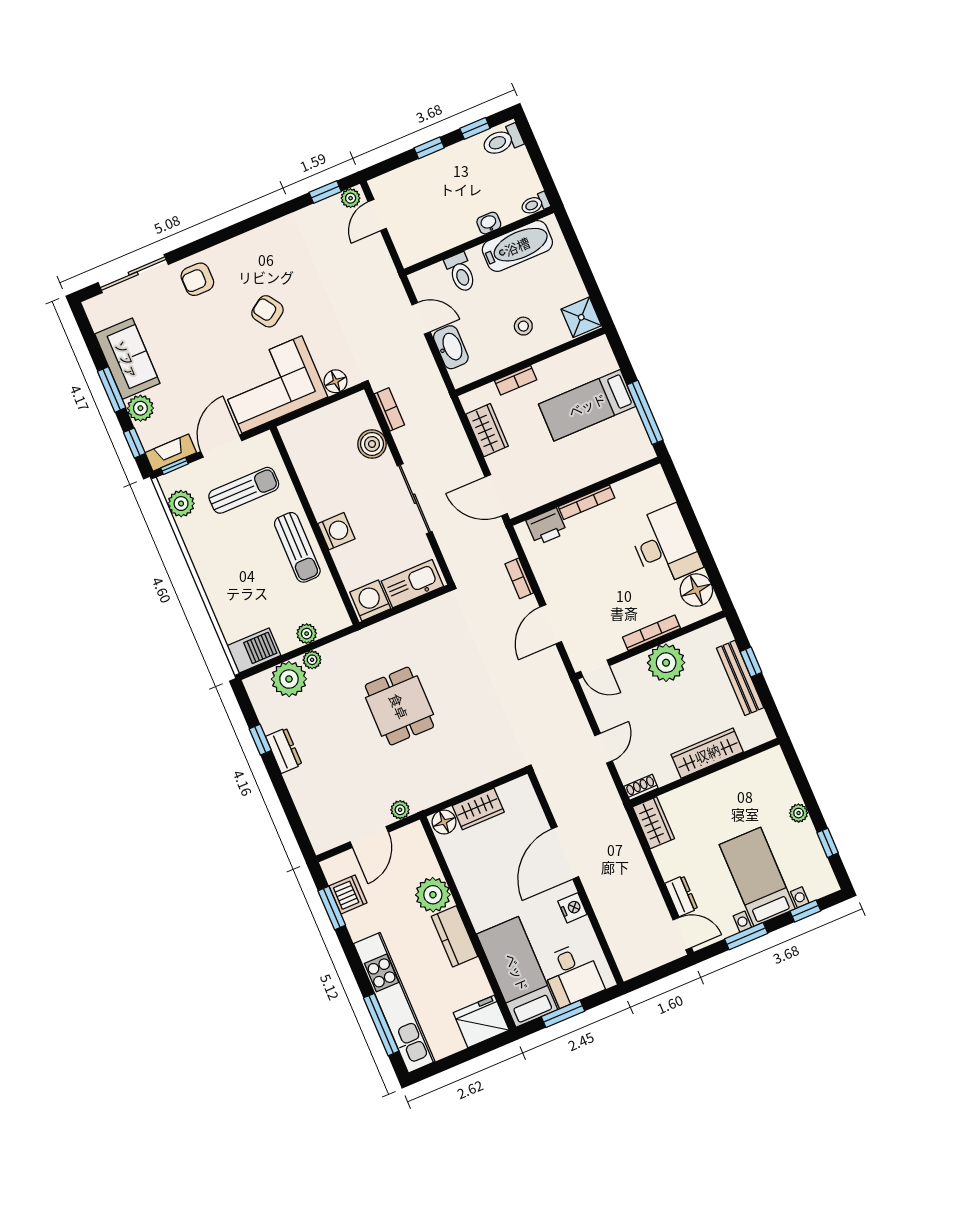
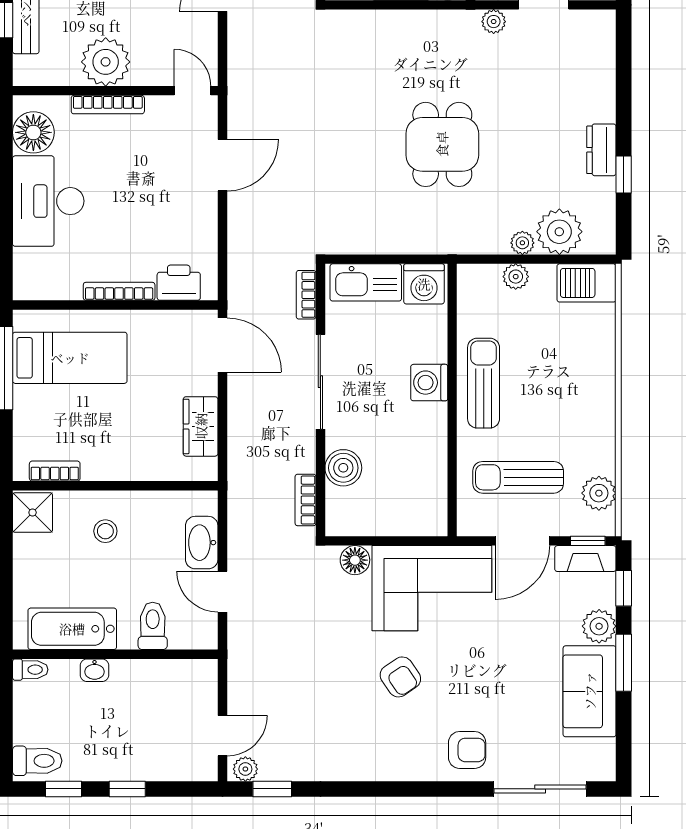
bookcase: (516, 380) -> (55, 471), moved
bed: (587, 405) -> (70, 358), moved
bookcase: (519, 578) -> (306, 295), moved, turned 180

